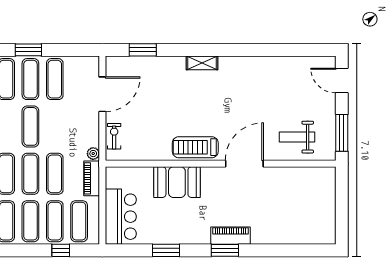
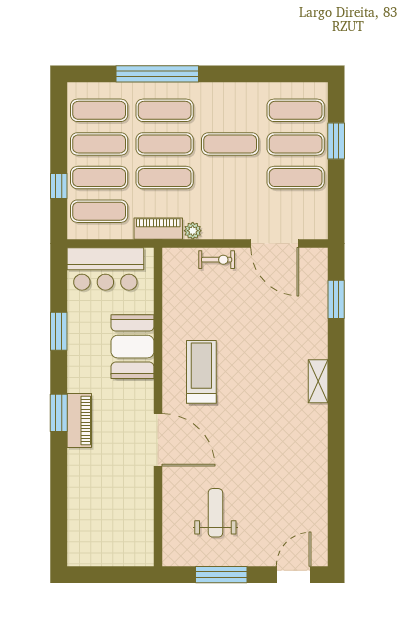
wall: (221, 164) -> (158, 407), moved
door: (244, 164) -> (158, 440), moved
booth: (177, 182) -> (132, 347), moved

